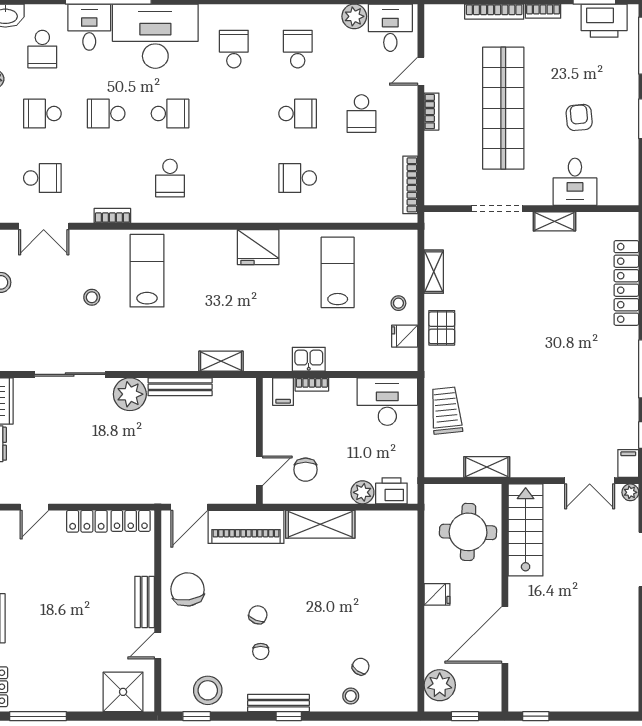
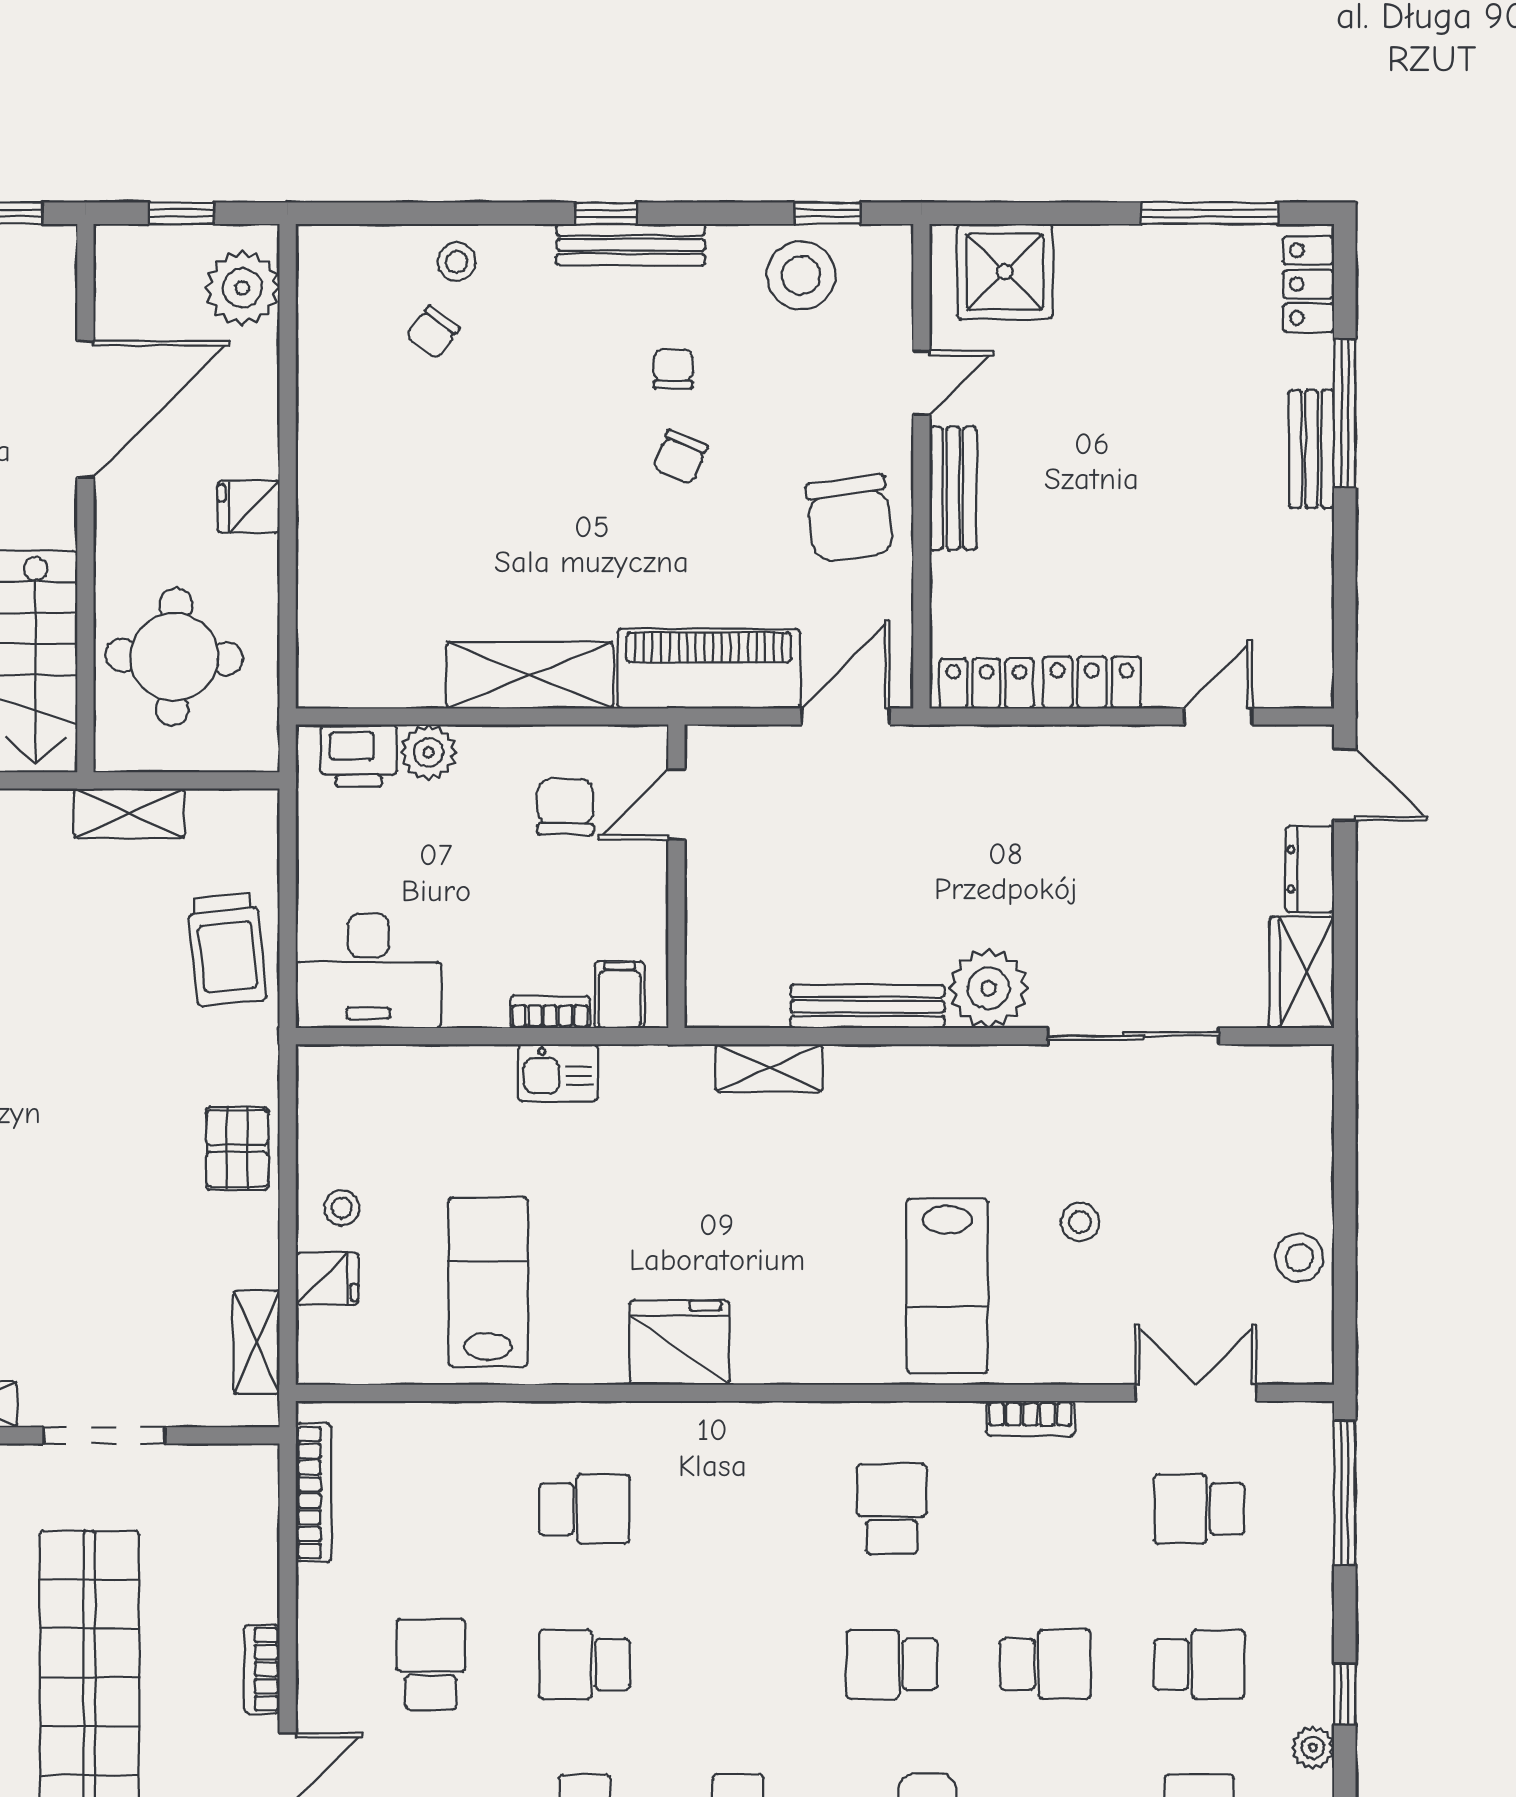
lab bench: (338, 272) -> (488, 1282), turned 180
shelving: (434, 272) -> (256, 1342), moved
fridge: (405, 336) -> (327, 1279), moved

